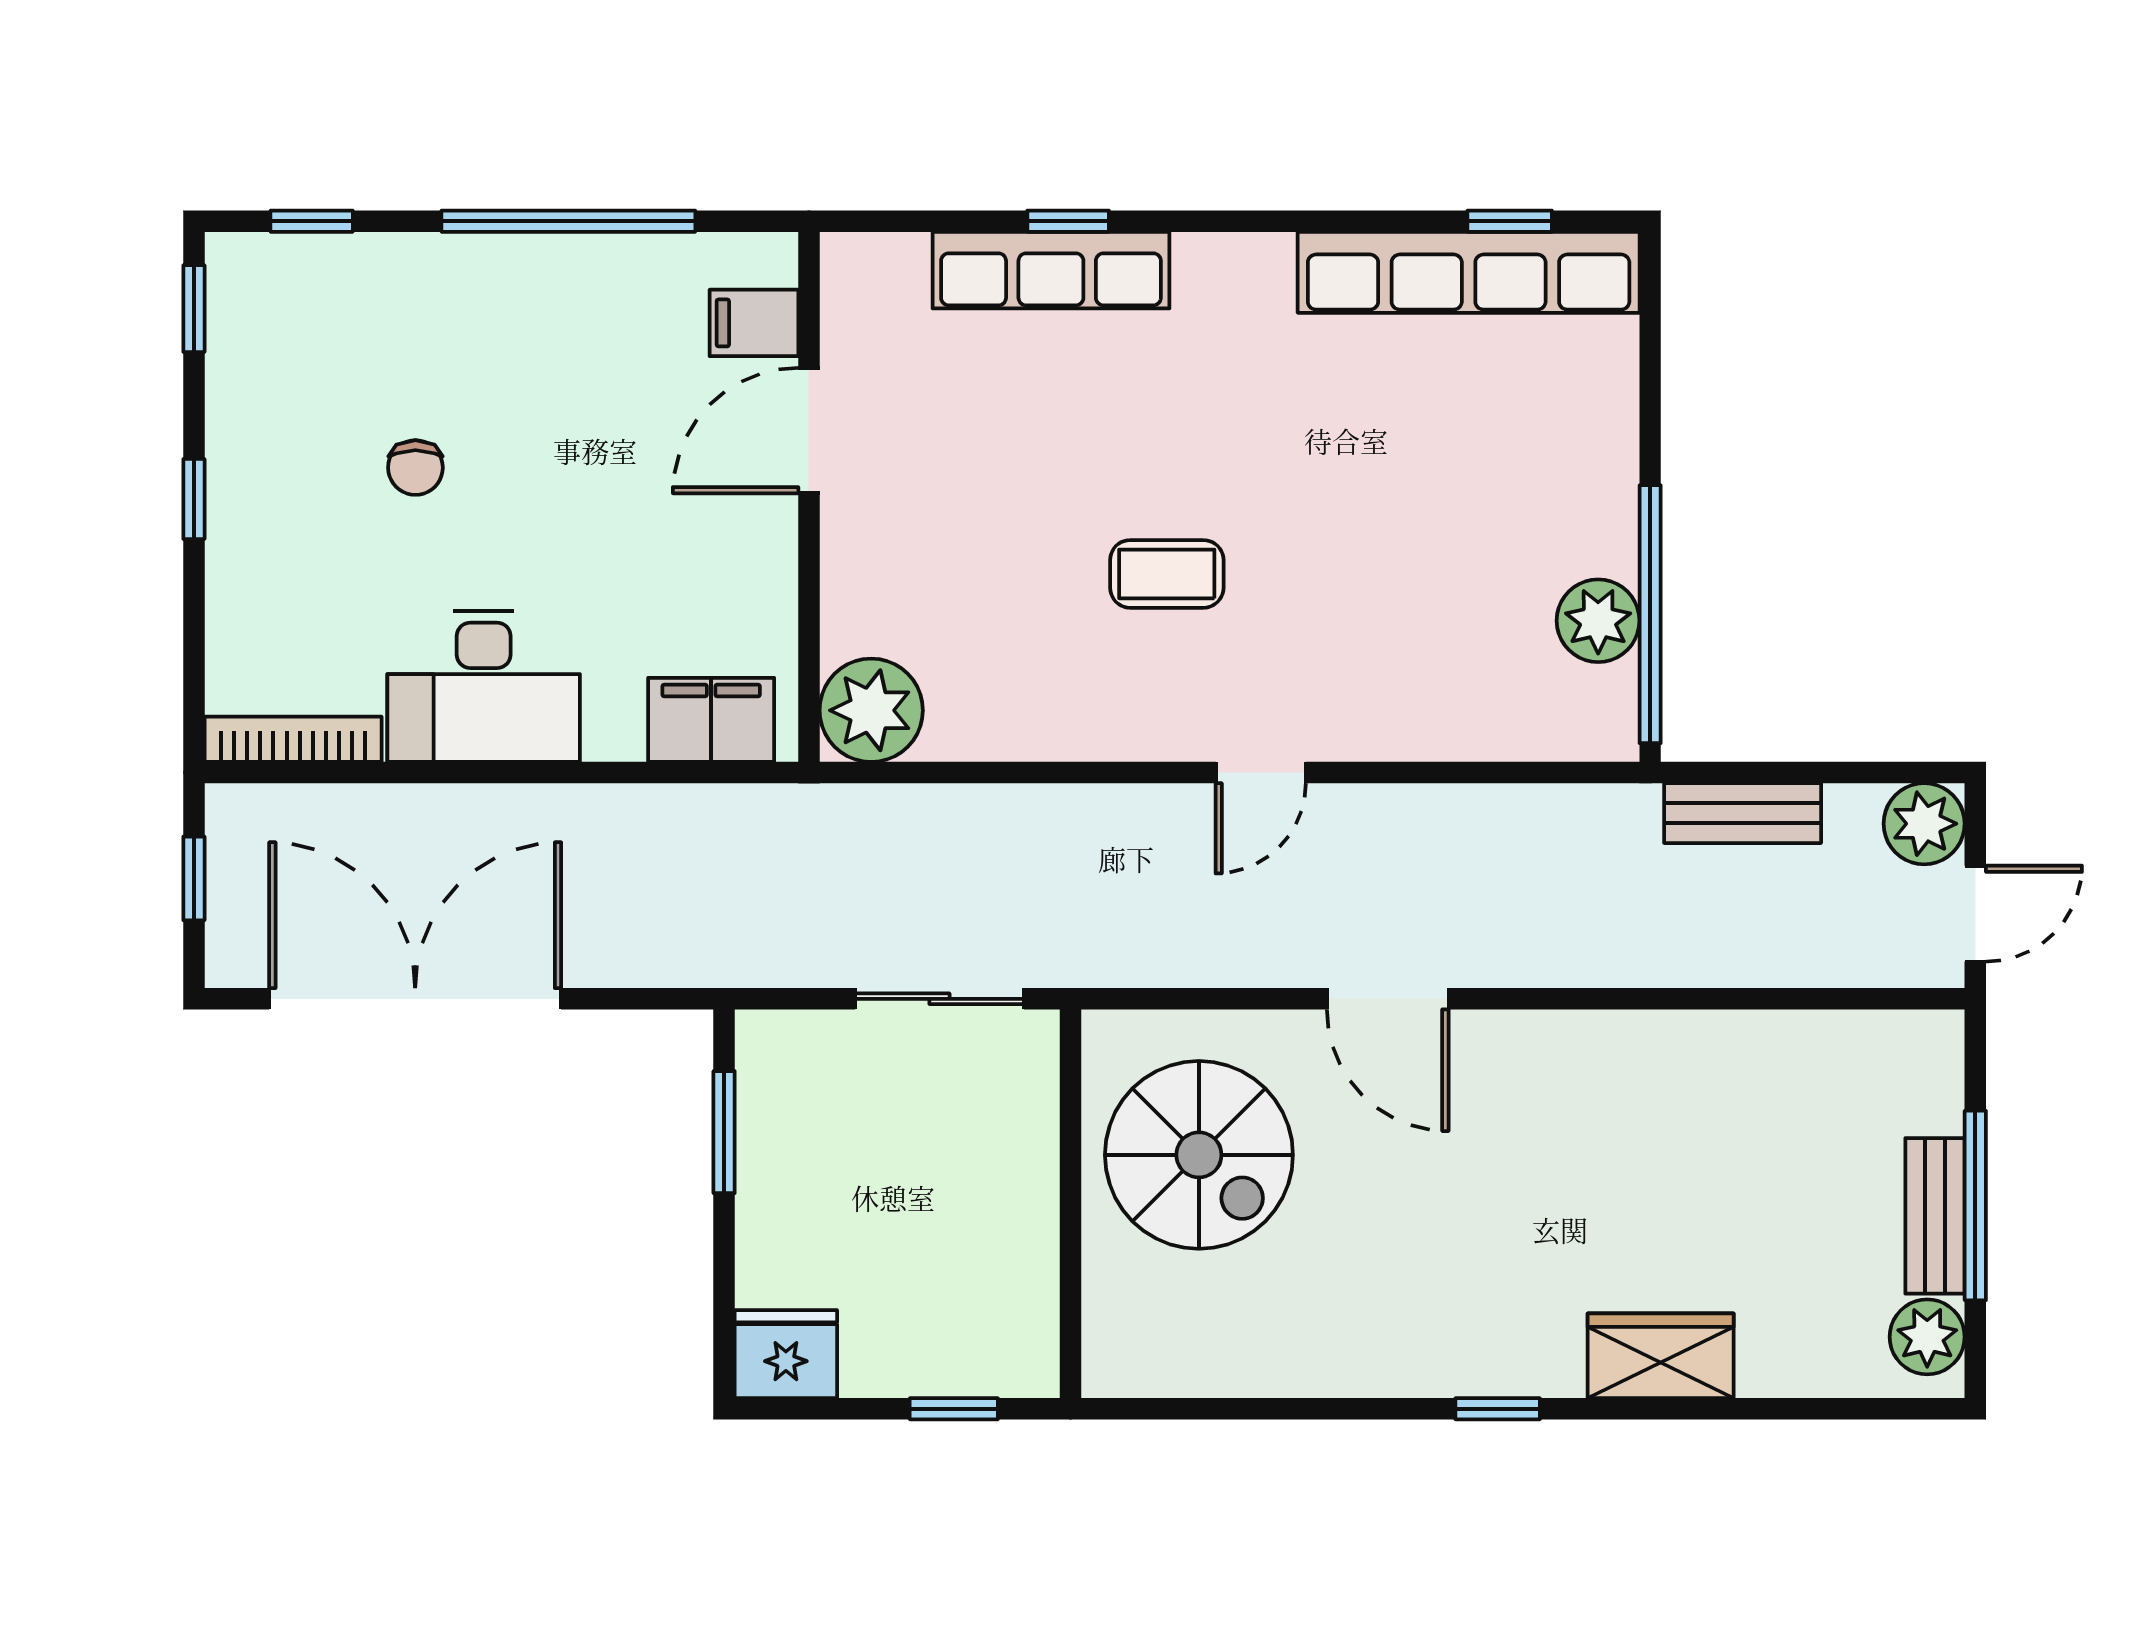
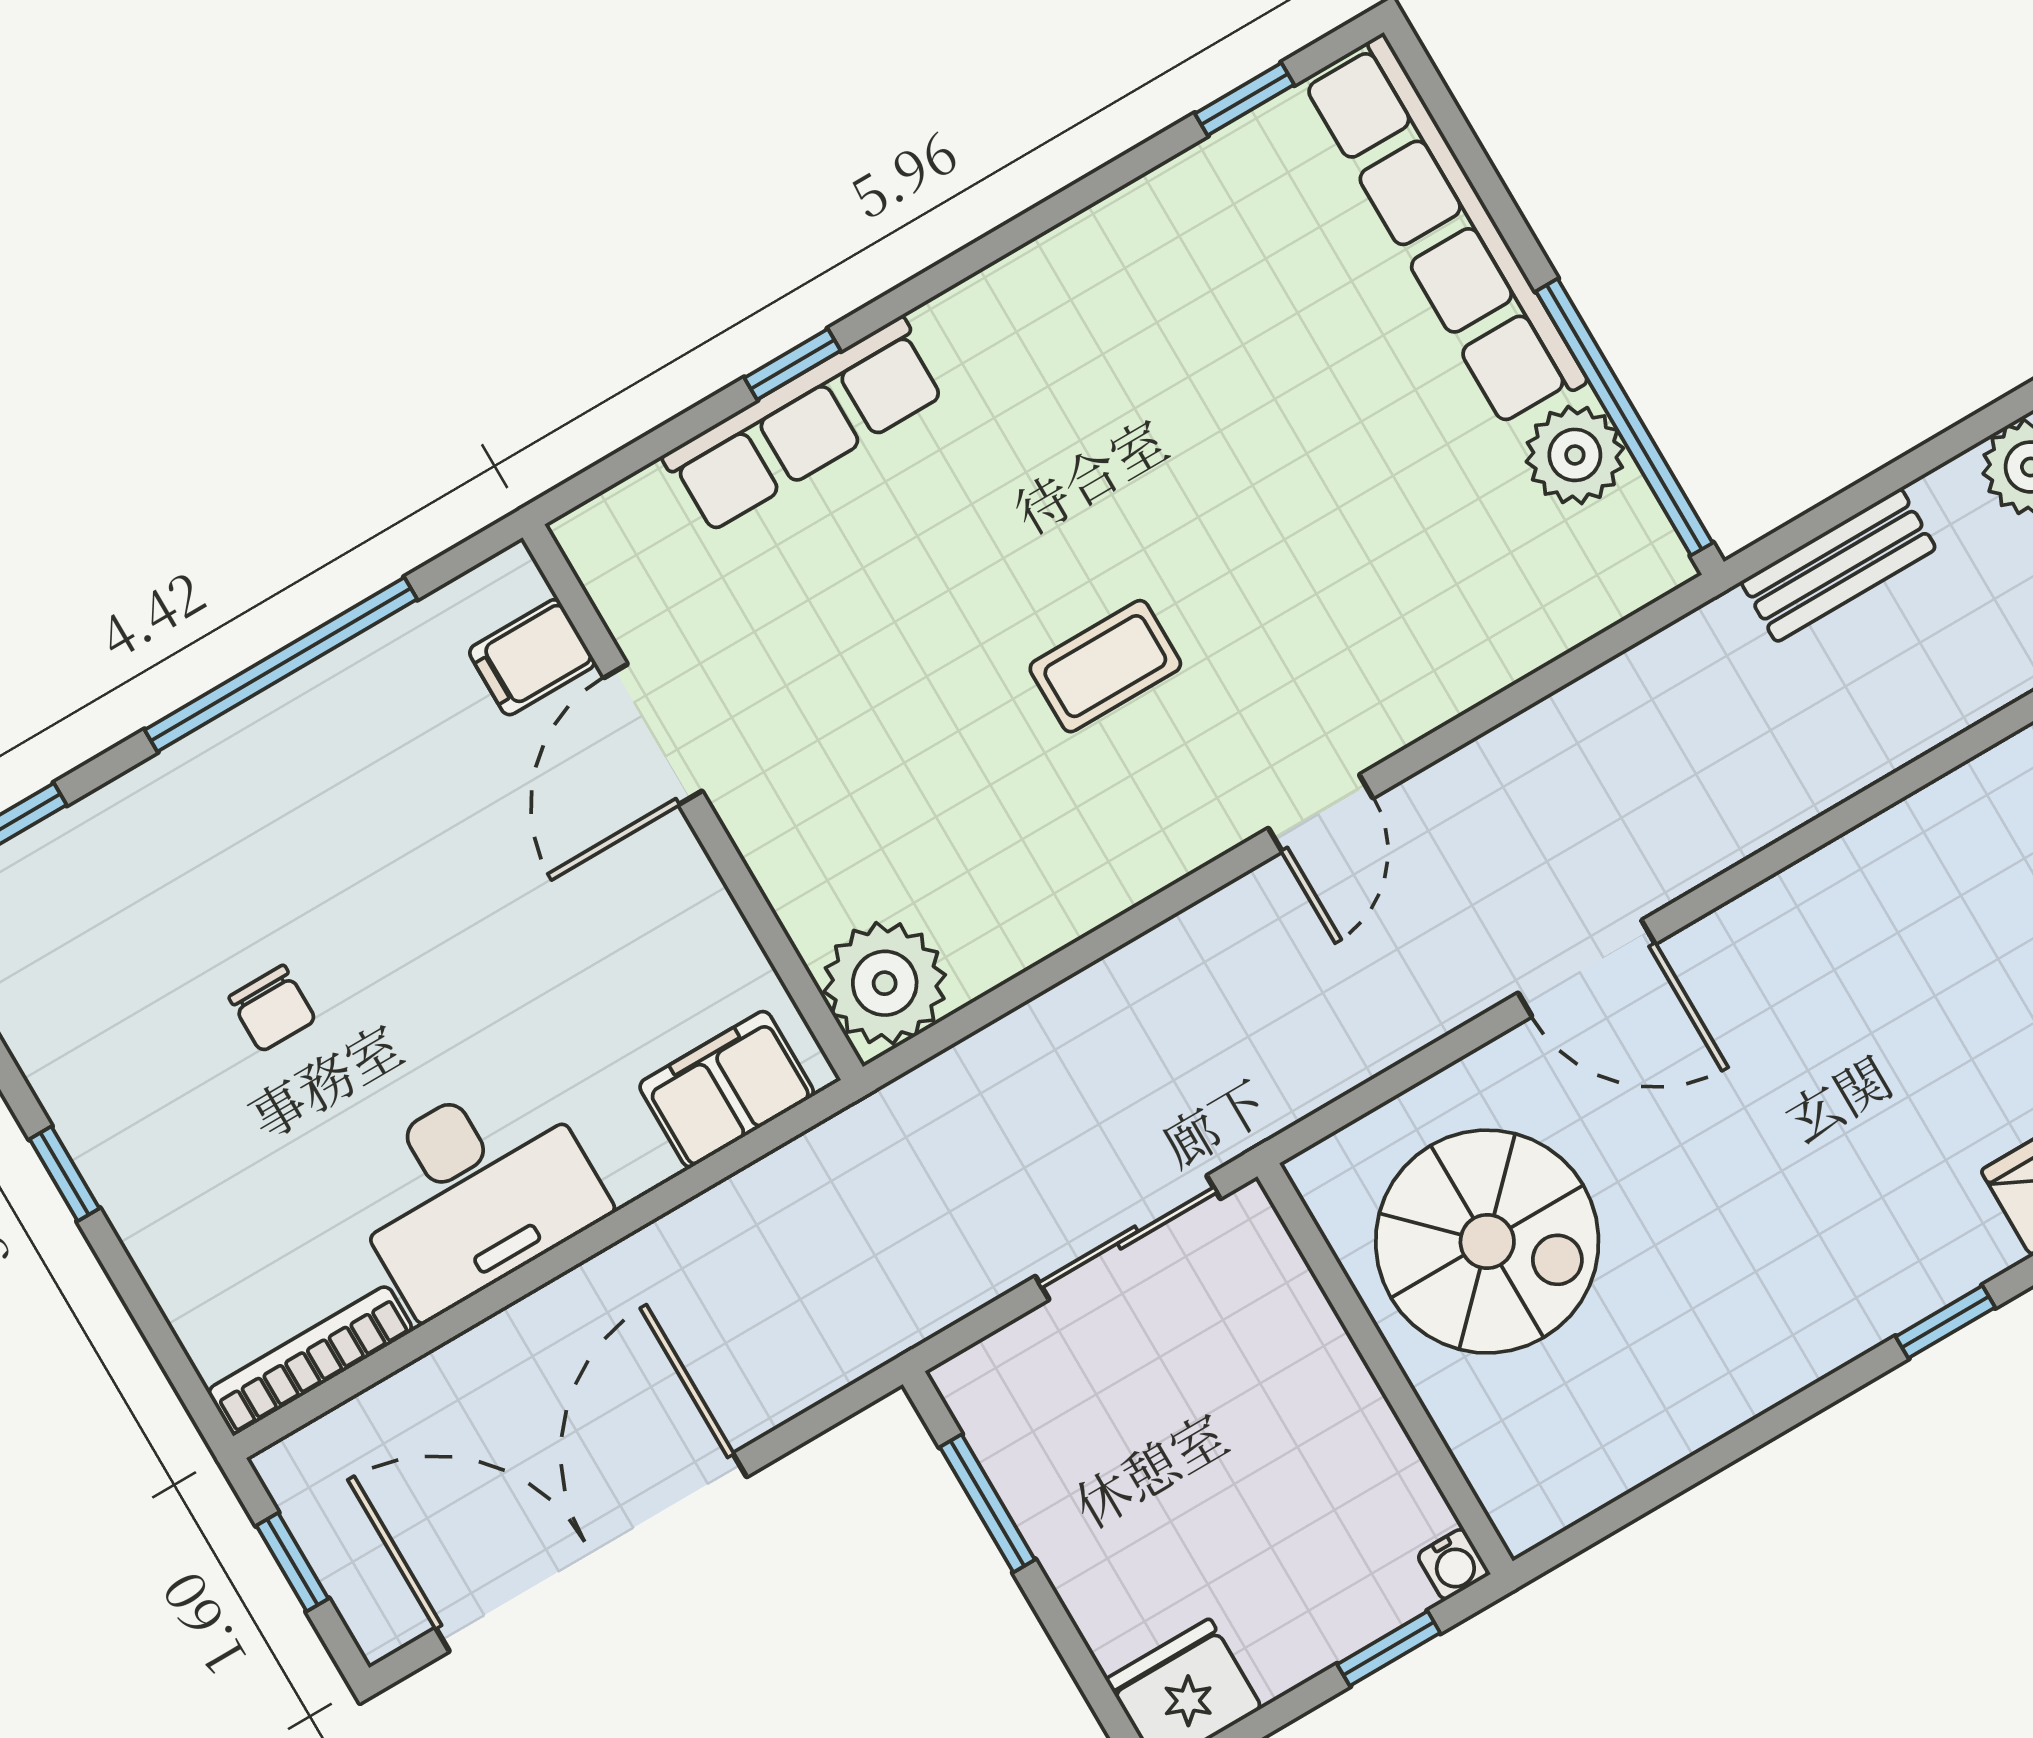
row of seats: (1469, 272) -> (1445, 231), moved, turned 90
water cooler: (1037, 1375) -> (1453, 1564), added

